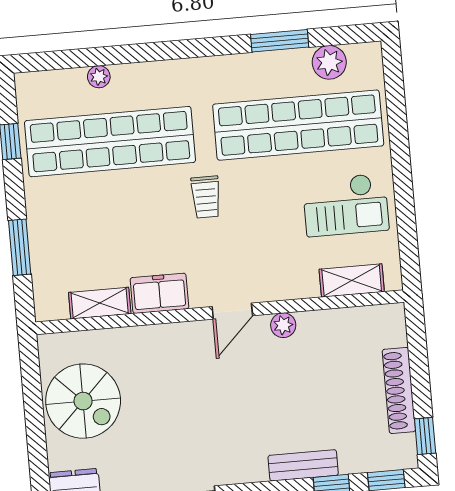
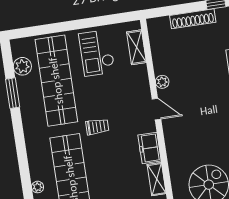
checkout: (346, 205) -> (97, 53), turned 180

